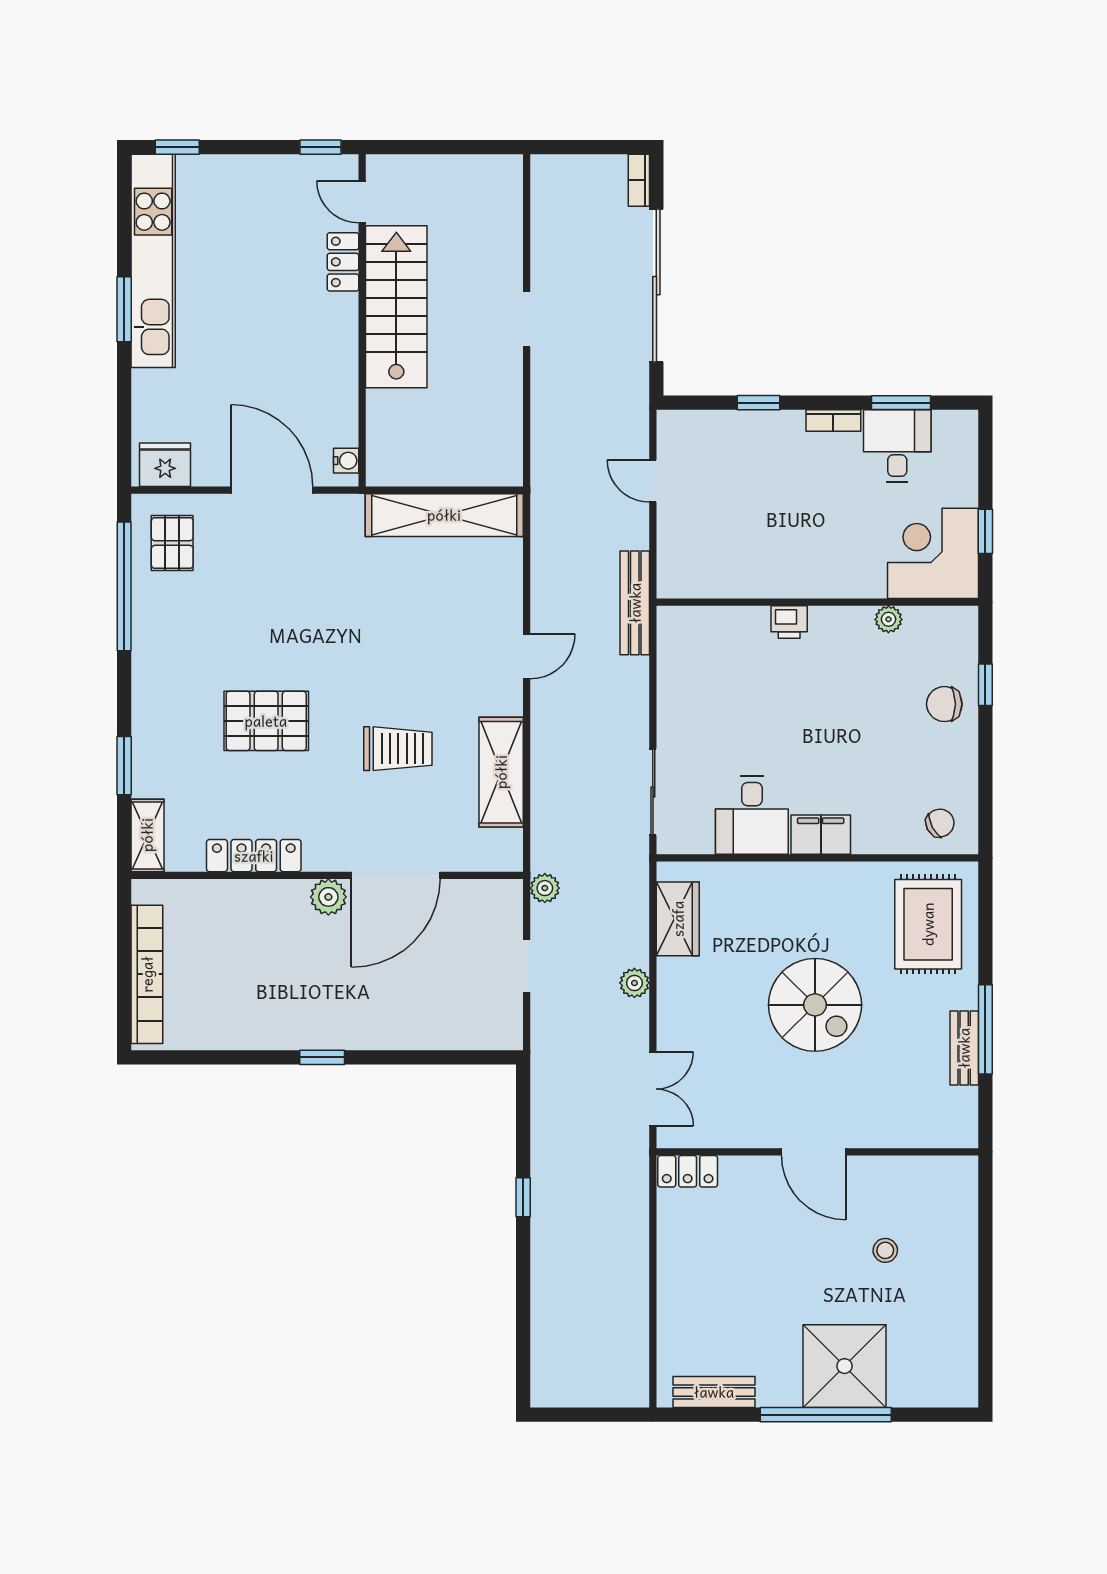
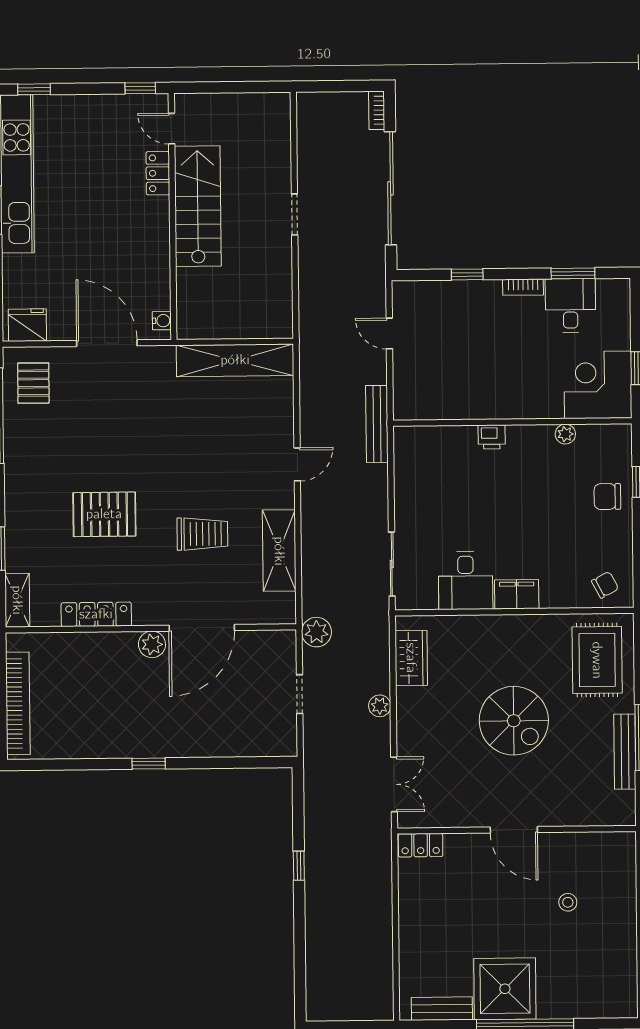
plant: (545, 888) -> (316, 632), width x1.38, depth x1.38
bench: (964, 1048) -> (625, 752), width x1.36
shower: (845, 1366) -> (505, 989), moved

